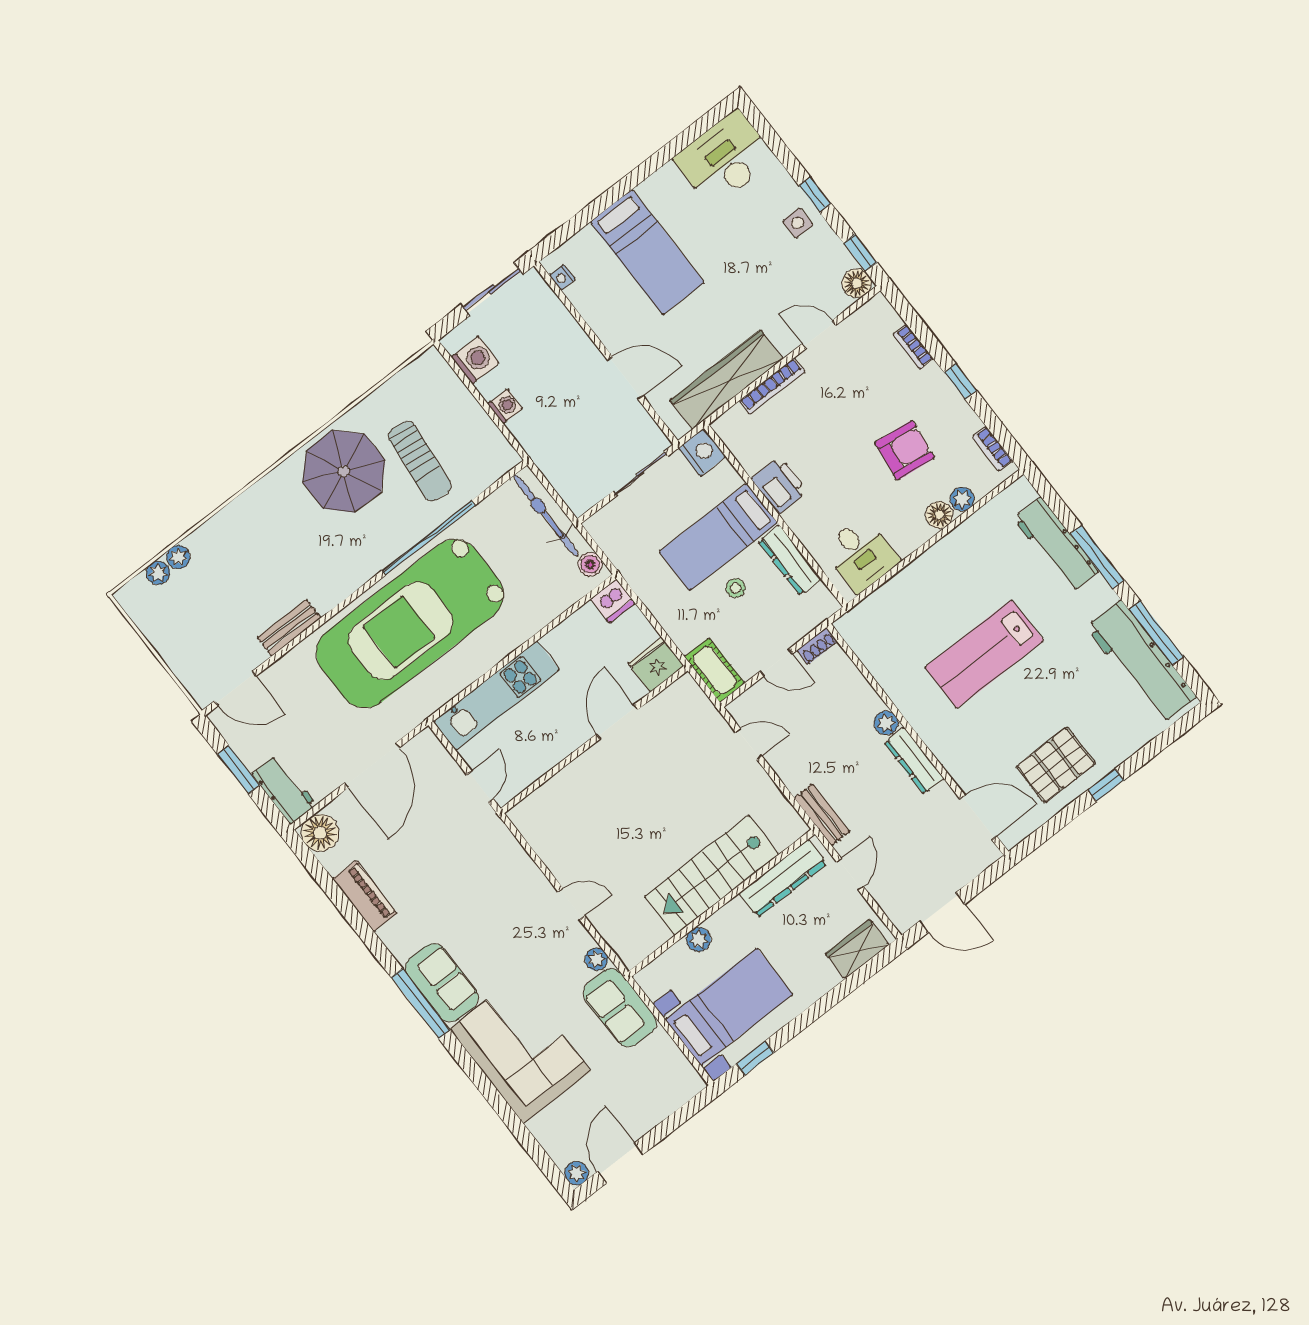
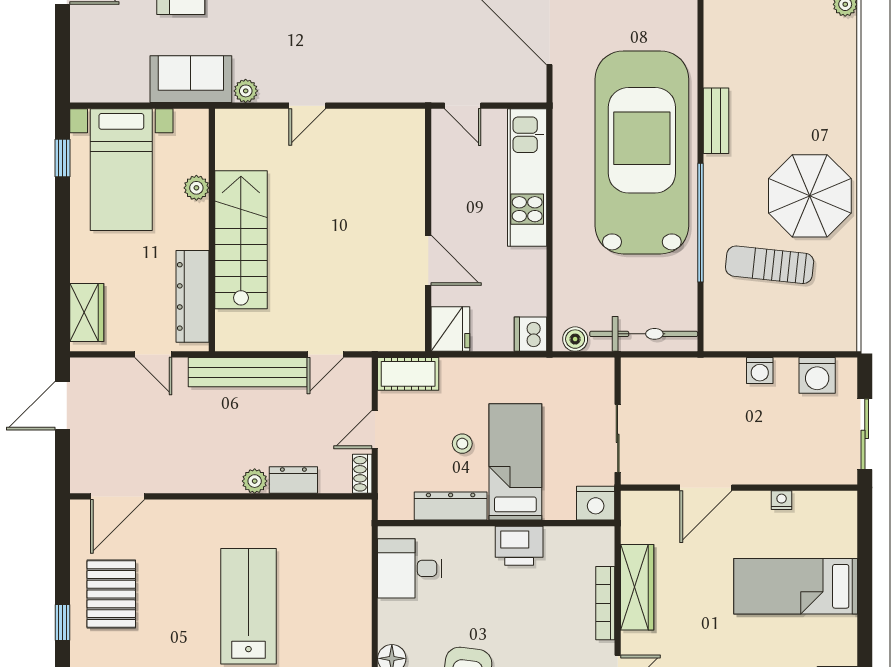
nightstand: (562, 277) -> (782, 500), moved
wardrobe: (727, 379) -> (637, 587), width x0.71, depth x0.85
bench: (289, 628) -> (716, 121), moved
dresser: (914, 761) -> (293, 480), moved, width x0.70
bench: (822, 815) -> (248, 372), width x1.86, depth x1.21

